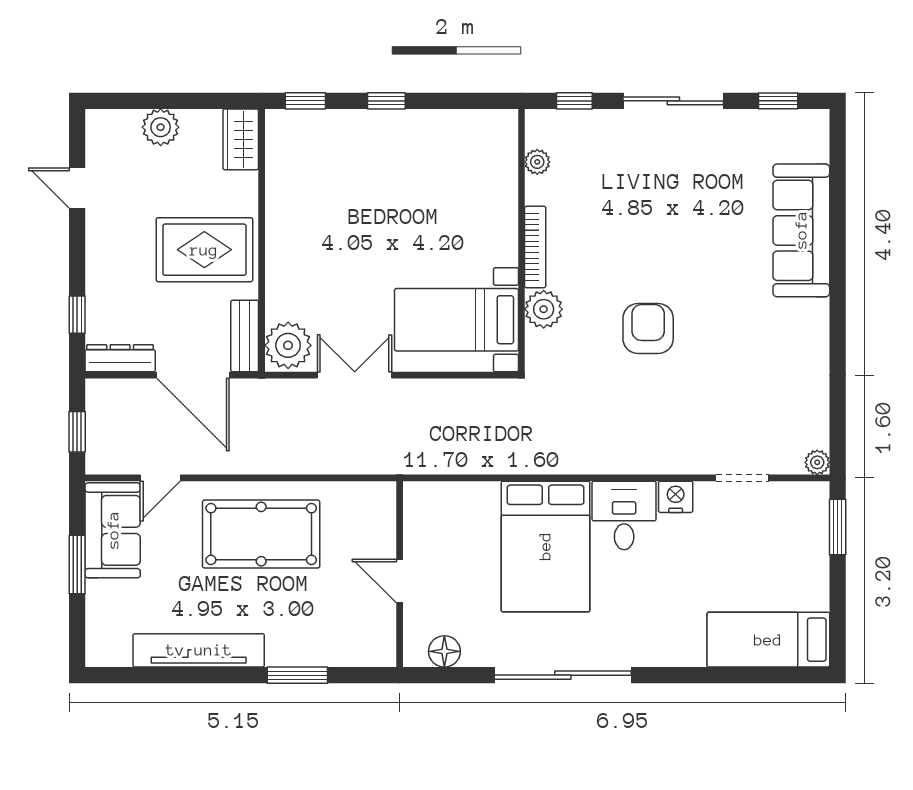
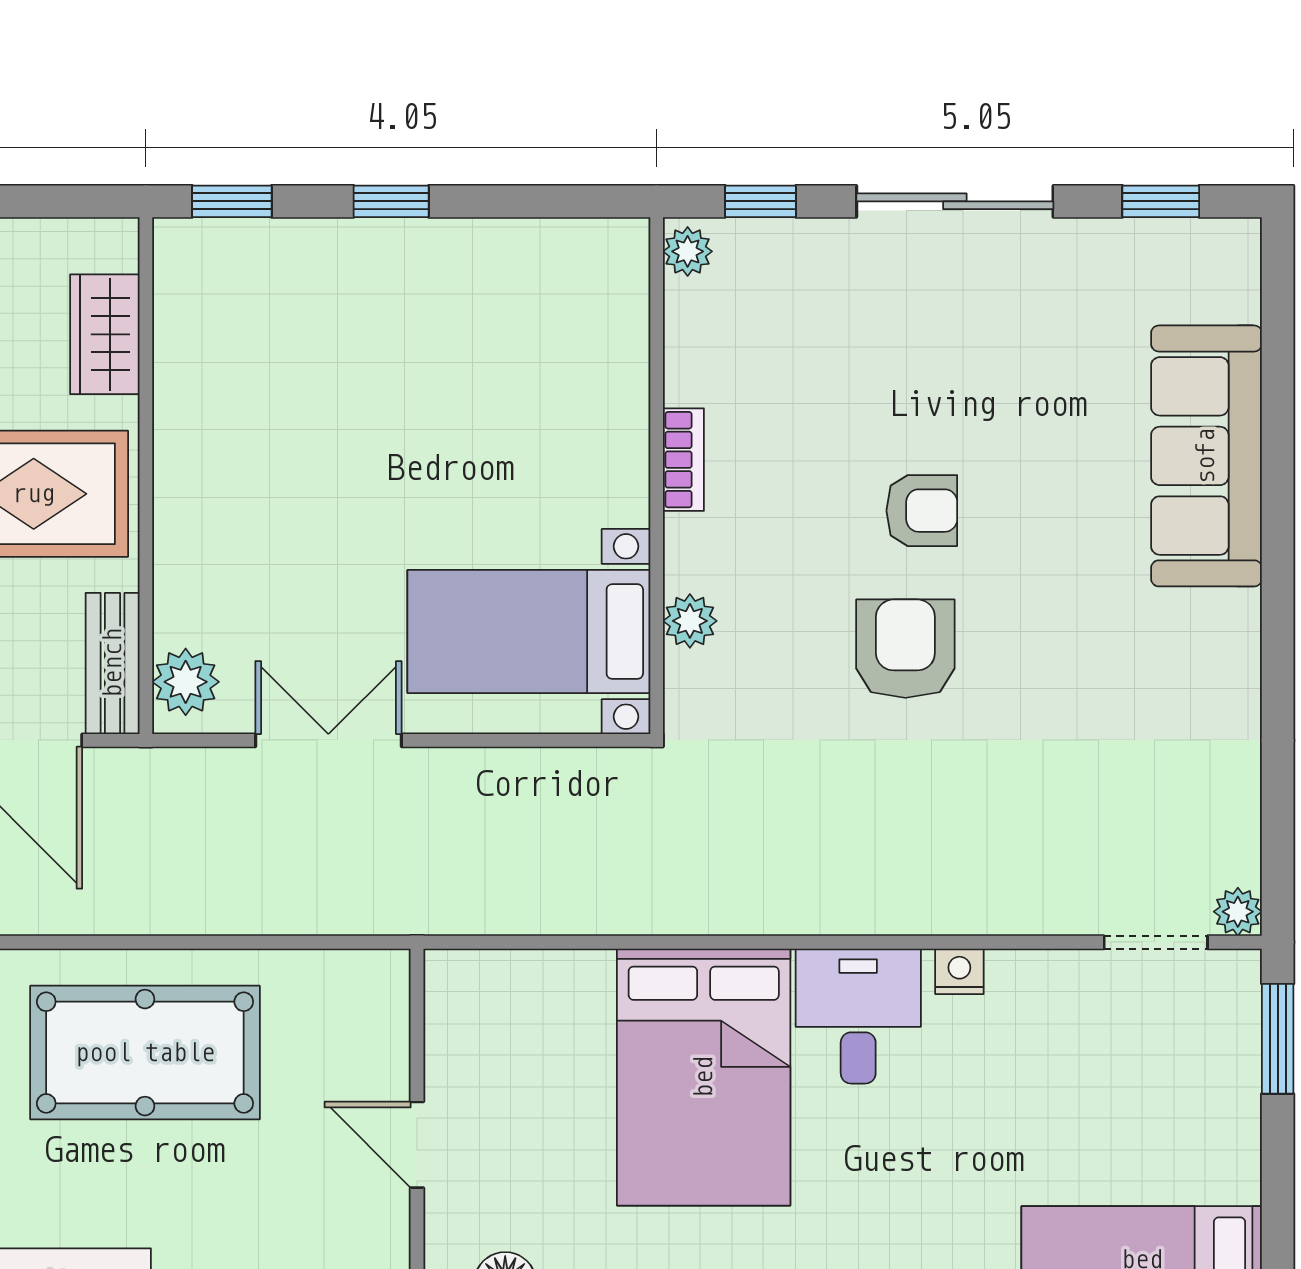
wardrobe: (241, 139) -> (105, 334), moved
plant: (537, 162) -> (688, 251), moved
bookcase: (535, 247) -> (683, 460), width x0.64
armchair: (656, 258) -> (922, 511), added
plant: (544, 309) -> (690, 621), width x0.73, depth x0.73
plant: (288, 345) -> (186, 682), width x0.73, depth x0.73
doorway: (742, 478) -> (1156, 942), moved
nightstand: (676, 497) -> (959, 971), width x0.72, depth x0.74

